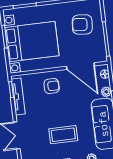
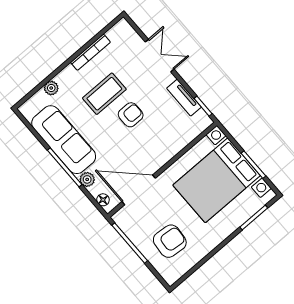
armchair: (52, 86) -> (131, 115), moved, turned 180
tv unit: (18, 97) -> (184, 98), width x0.71

